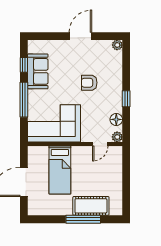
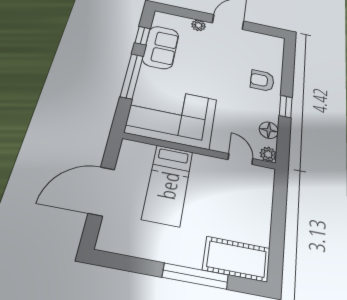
plant: (117, 45) -> (199, 25), moved
armchair: (89, 83) -> (262, 81), moved
door: (100, 144) -> (240, 159), swing flipped
cot: (91, 206) -> (237, 259), moved

